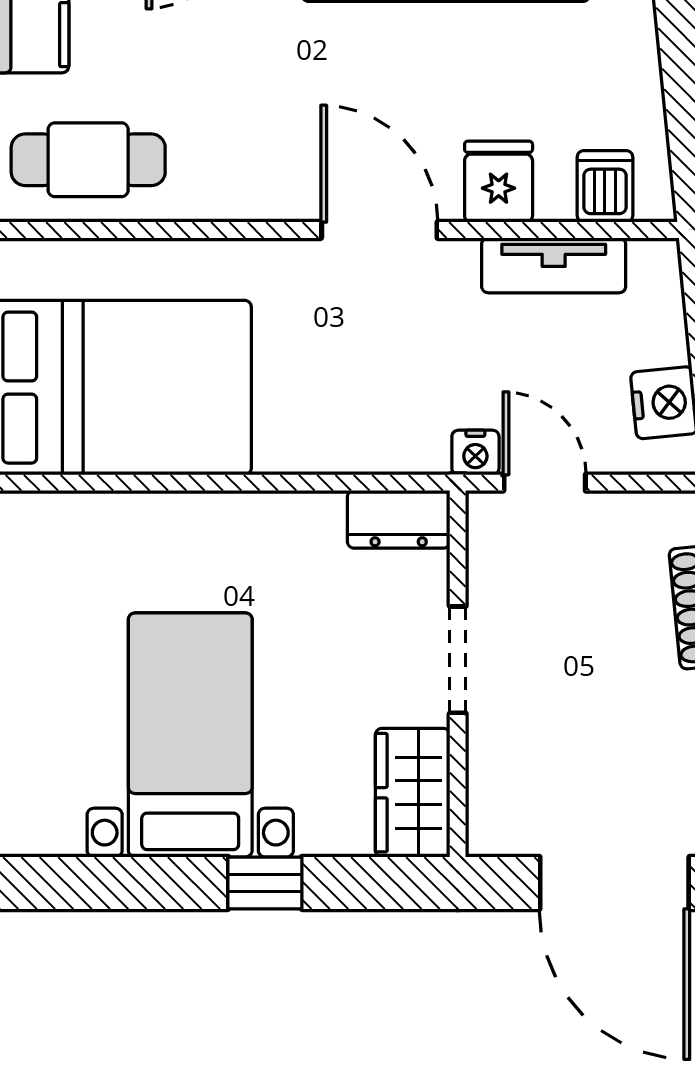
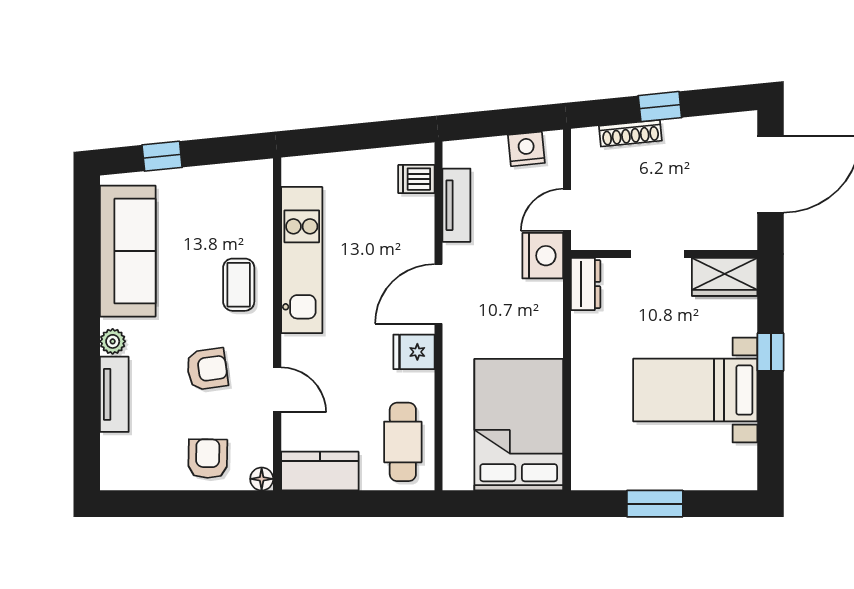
fridge: (499, 182) -> (414, 352), moved
nightstand: (475, 453) -> (543, 256), width x1.89, depth x1.79

